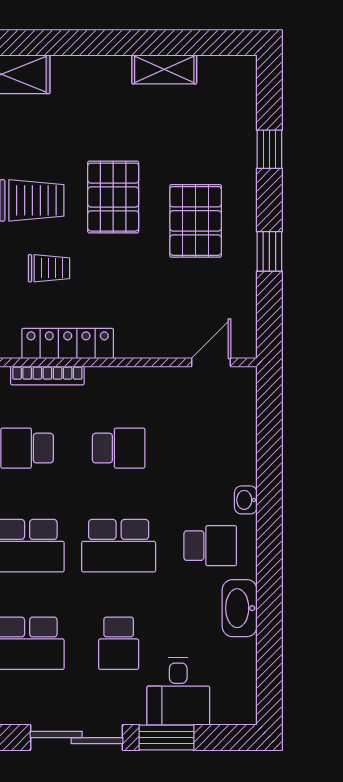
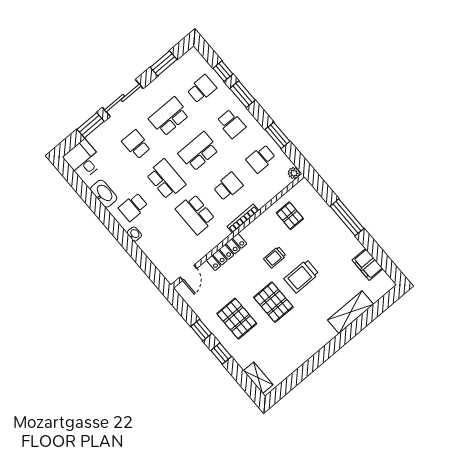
shelving: (164, 69) -> (258, 378), moved, turned 90
window: (269, 149) -> (221, 354), moved
locker: (68, 343) -> (227, 252), moved
school desk: (119, 448) -> (195, 214), width x1.85
school desk: (119, 546) -> (166, 179), turned 90
desk: (178, 691) -> (83, 160), moved

